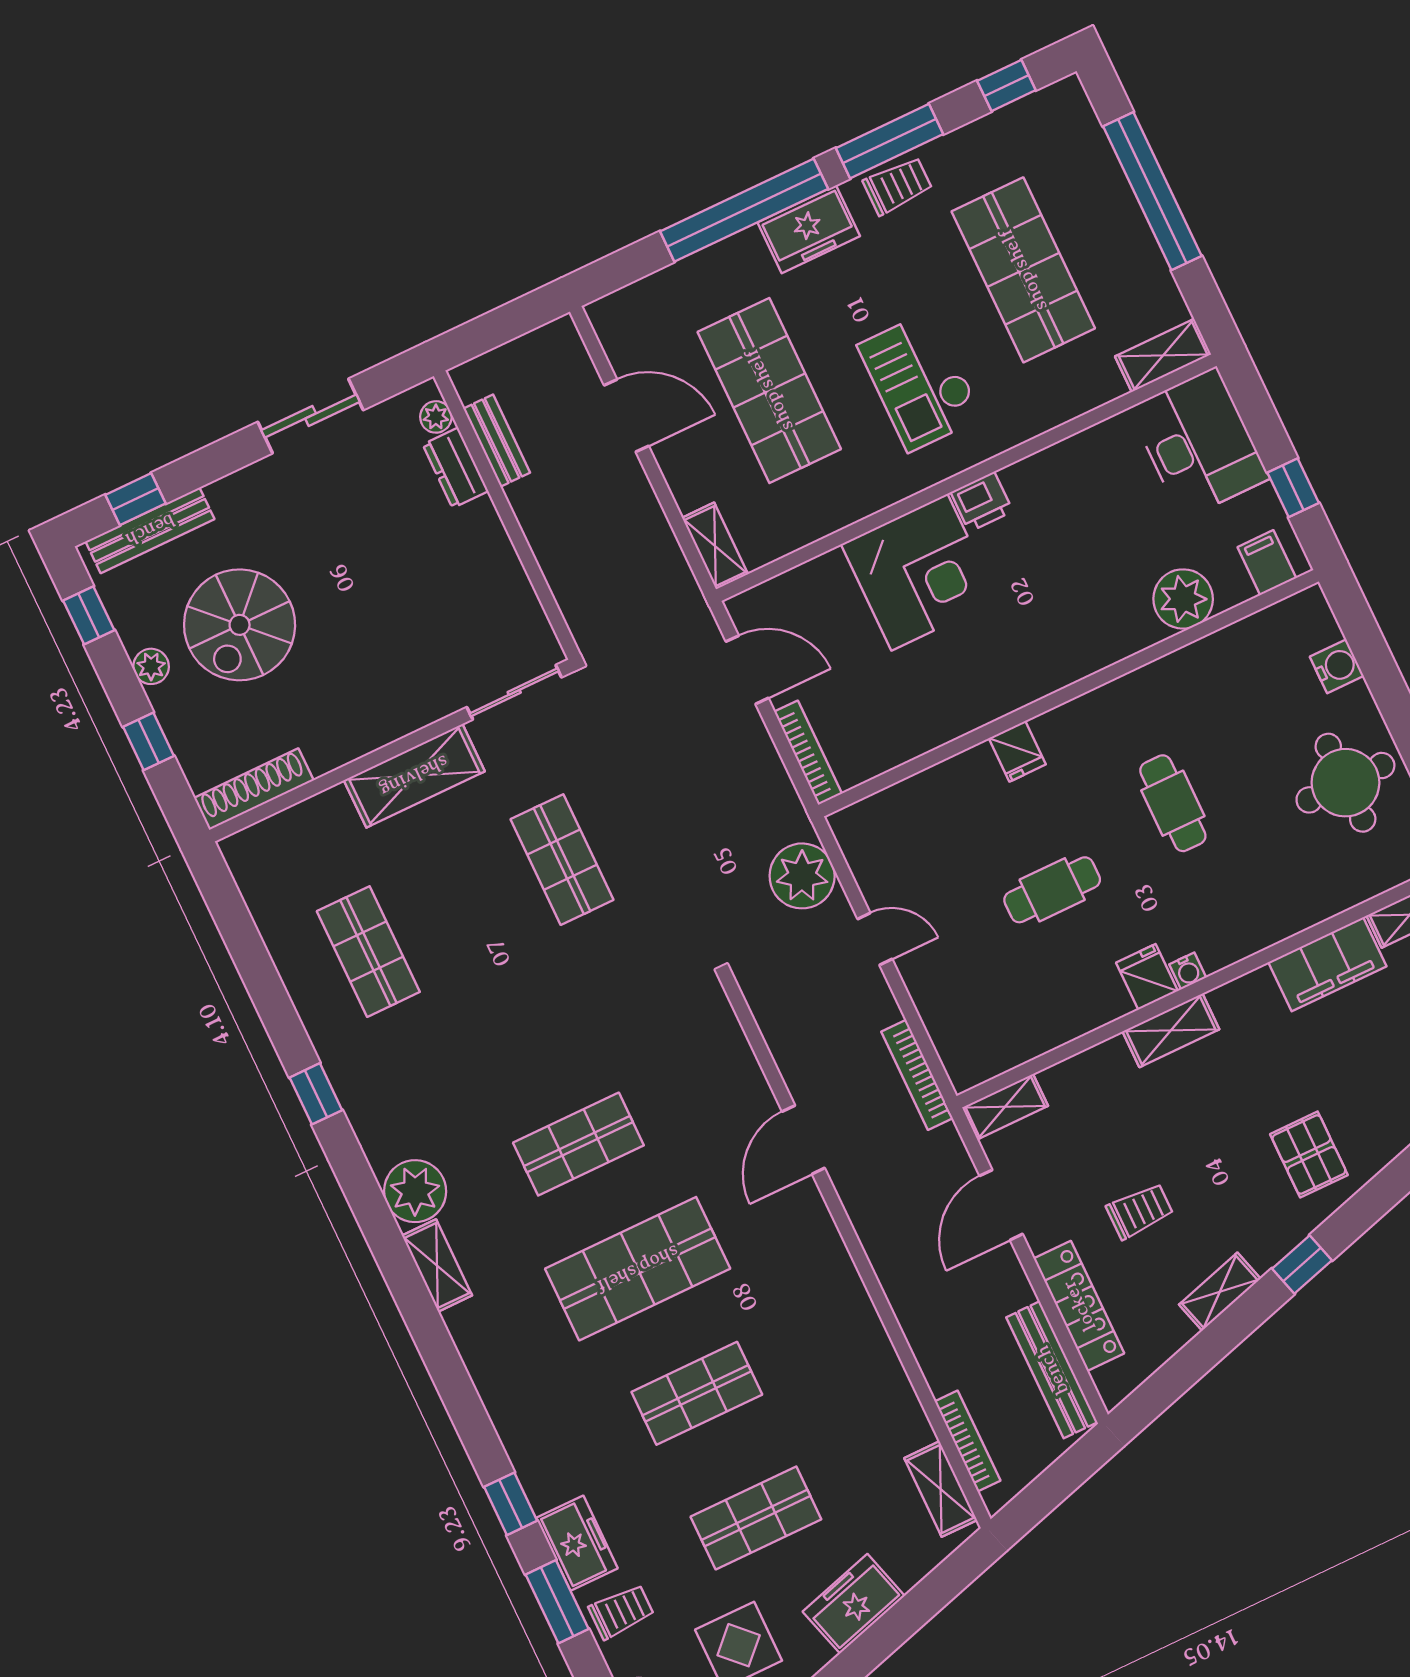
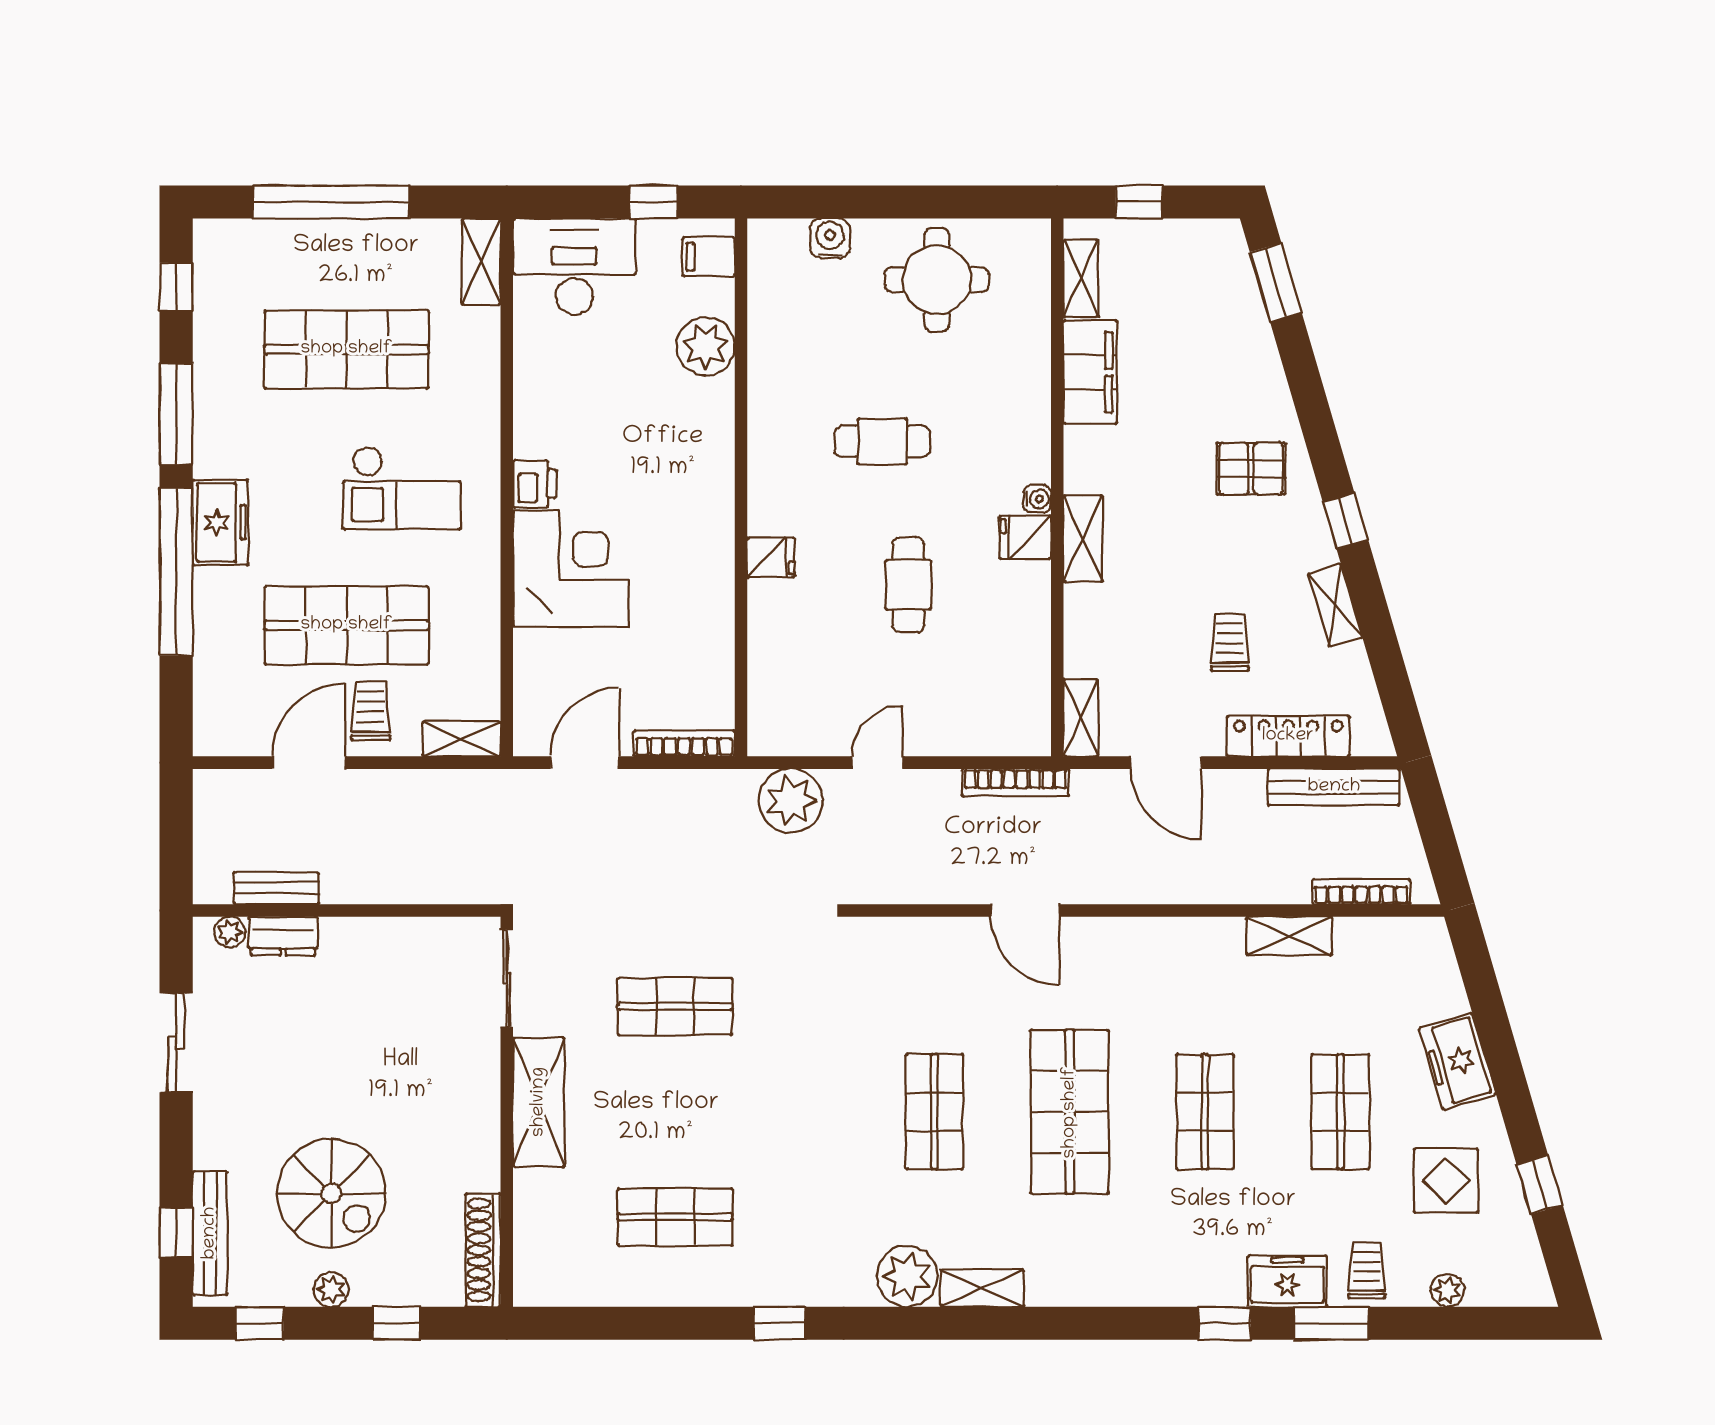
trolley: (898, 186) -> (371, 711), moved
shelving: (941, 1489) -> (1289, 936), moved

